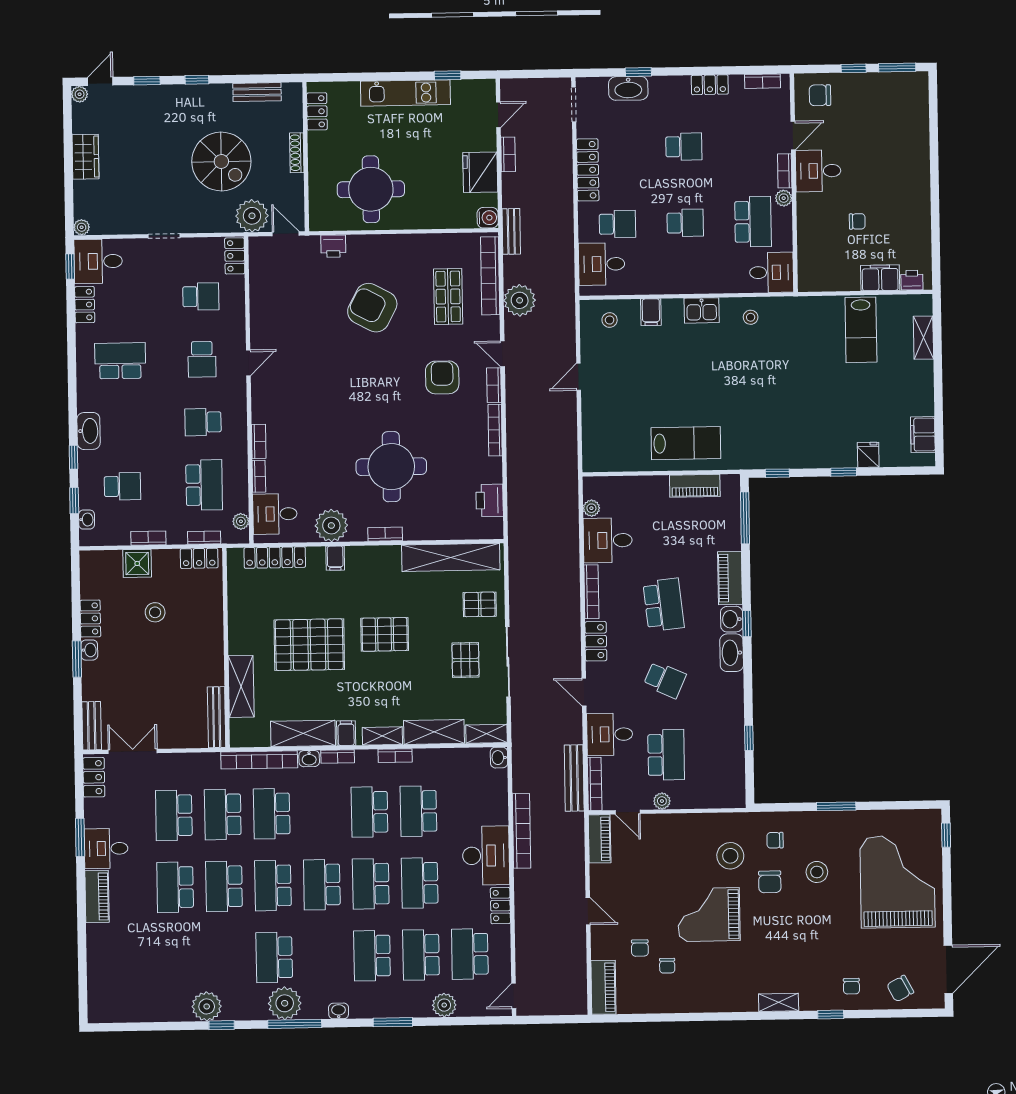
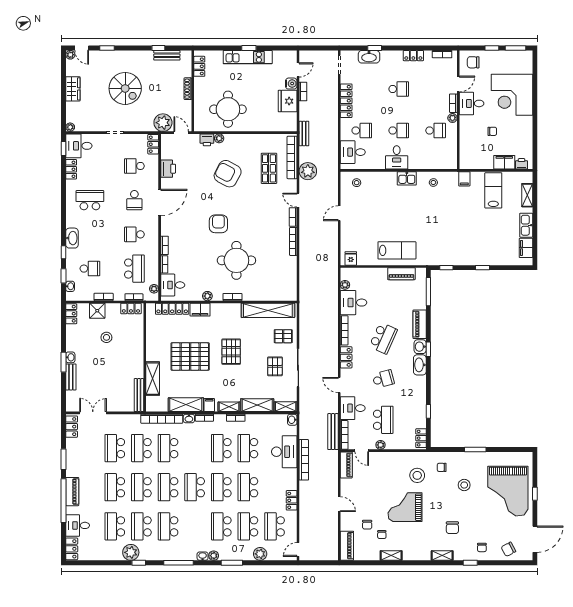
window: (448, 75) -> (249, 48), moved
window: (197, 80) -> (158, 48), moved
door: (100, 81) -> (82, 48), swing flipped
corner desk: (892, 154) -> (512, 95), added
spiral stairs: (221, 161) -> (125, 88), moved
water cooler: (488, 218) -> (291, 84), moved
school desk: (753, 222) -> (436, 130), width x0.54
plant: (356, 243) -> (219, 138), added
desk: (772, 272) -> (397, 157), moved, turned 90
school desk: (201, 296) -> (134, 166), turned 180
filing cabinet: (651, 312) -> (464, 179), moved
lab bench: (861, 330) -> (493, 190), turned 180
door: (248, 363) -> (160, 203), width x1.88
armchair: (442, 377) -> (218, 224), moved
kitchen sink: (922, 393) -> (526, 225), added
fridge: (868, 455) -> (351, 258), moved
printer: (490, 500) -> (168, 169), moved, turned 180
plant: (331, 526) -> (207, 296), width x0.53, depth x0.53
filing cabinet: (335, 558) -> (200, 310), width x2.00
school desk: (663, 605) -> (383, 338), turned 30
locker: (90, 619) -> (71, 314), moved
pallet: (385, 634) -> (231, 352), turned 90
school desk: (665, 680) -> (383, 379), turned -39
bench: (92, 726) -> (71, 377), moved
locker: (736, 787) -> (421, 438), added
window: (946, 835) -> (535, 494), moved
desk: (106, 849) -> (78, 525), moved
desk: (486, 856) -> (284, 452), moved
chair: (770, 882) -> (452, 528), moved
grand piano: (897, 882) -> (508, 491), turned 180
window: (81, 914) -> (64, 501), added
school desk: (225, 958) -> (141, 526), added
school desk: (176, 959) -> (115, 526), added
locker: (98, 1002) -> (72, 549), added
plant: (285, 1003) -> (214, 556), moved, width x0.53, depth x0.53
shelving: (685, 1004) -> (391, 556), added

